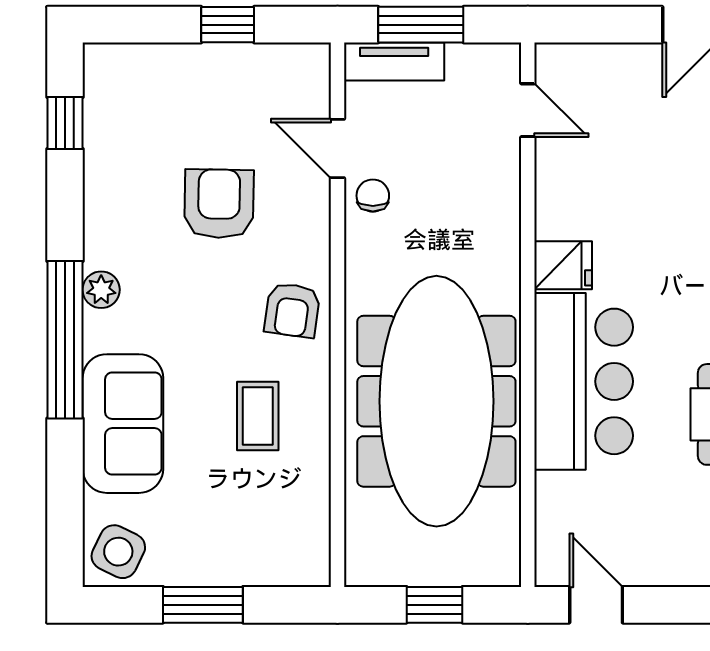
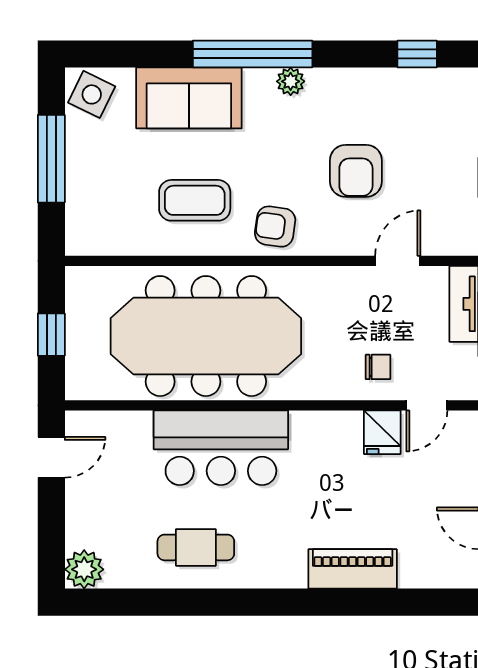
chair: (373, 196) -> (378, 367), moved
armchair: (219, 204) -> (356, 171), turned 89
fridge: (563, 265) -> (382, 432), moved
coffee table: (258, 416) -> (195, 200), width x1.36, depth x1.30
window: (203, 605) -> (51, 159), width x1.44

